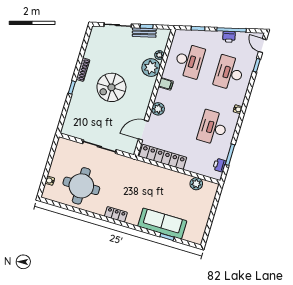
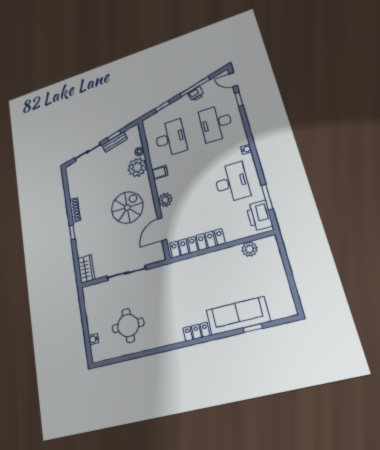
spiral stairs: (111, 87) -> (127, 208), moved, turned 180
wardrobe: (69, 124) -> (86, 269), added
desk: (213, 128) -> (232, 182), turned 180
printer: (219, 165) -> (259, 215), width x1.87, depth x1.48
round table: (81, 186) -> (128, 325), width x0.73, depth x0.73
locker: (116, 214) -> (196, 332), moved

